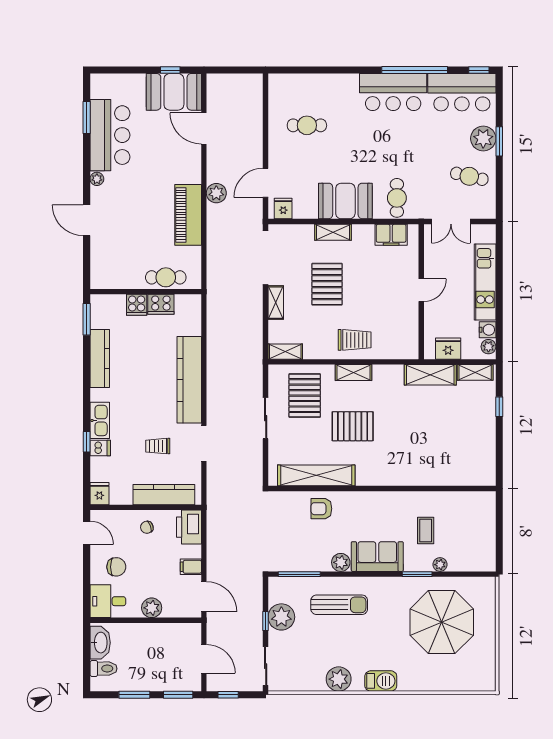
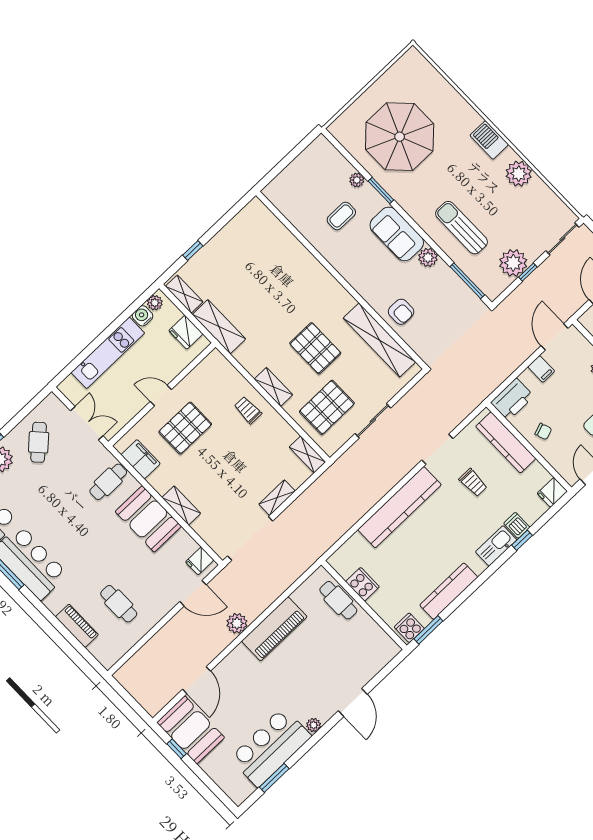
piano: (319, 82) -> (77, 626), added
cafe table: (469, 176) -> (39, 442), turned 34
pallet: (327, 284) -> (185, 428), moved
cooker: (137, 305) -> (409, 628), moved, turned -90
trolley: (355, 340) -> (248, 410), width x0.73, depth x0.72

